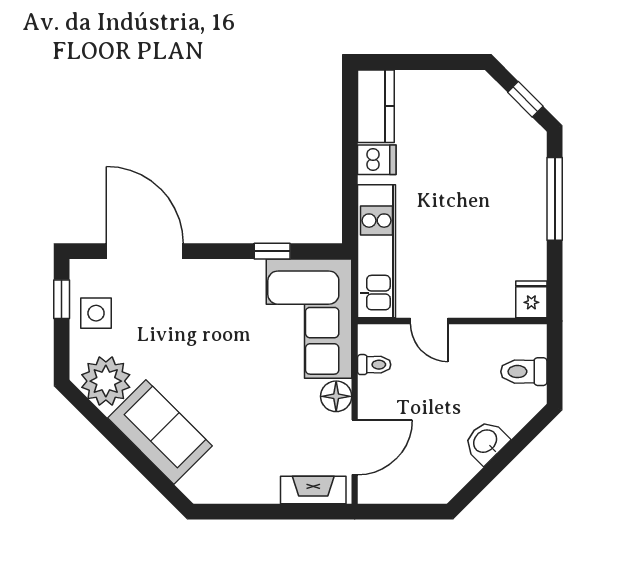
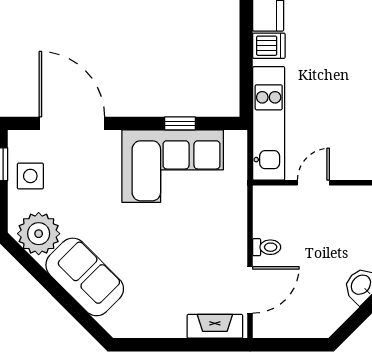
corner sofa: (309, 319) -> (173, 166), moved, turned -90
door: (429, 321) -> (313, 183), swing flipped
toilet: (374, 365) -> (267, 247), moved
floor lamp: (336, 396) -> (234, 247), removed

